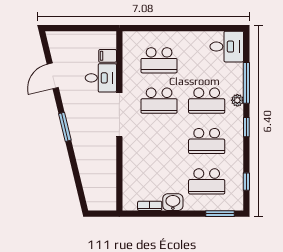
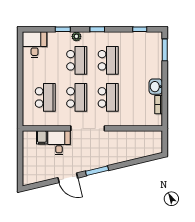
door: (53, 76) -> (68, 178), moved
window: (246, 83) -> (63, 29), width x0.46
school desk: (207, 181) -> (108, 97), moved

